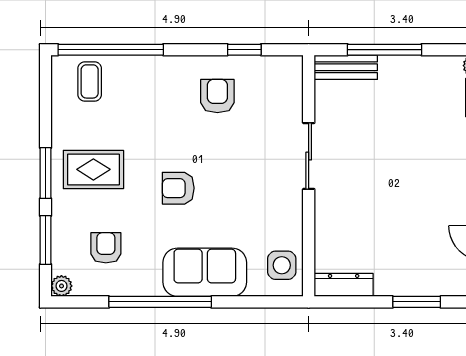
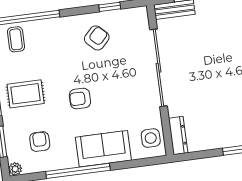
armchair: (217, 96) -> (97, 38), turned 44
sliding door: (309, 156) -> (158, 68), width x1.86
dresser: (344, 285) -> (178, 136), moved, turned 90

